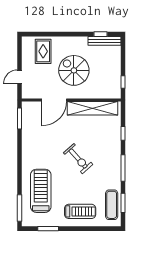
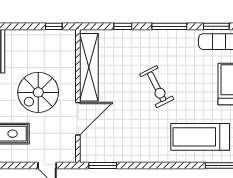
door: (54, 100) -> (78, 119), hinge flipped
exercise bike: (78, 159) -> (157, 87), turned 105

